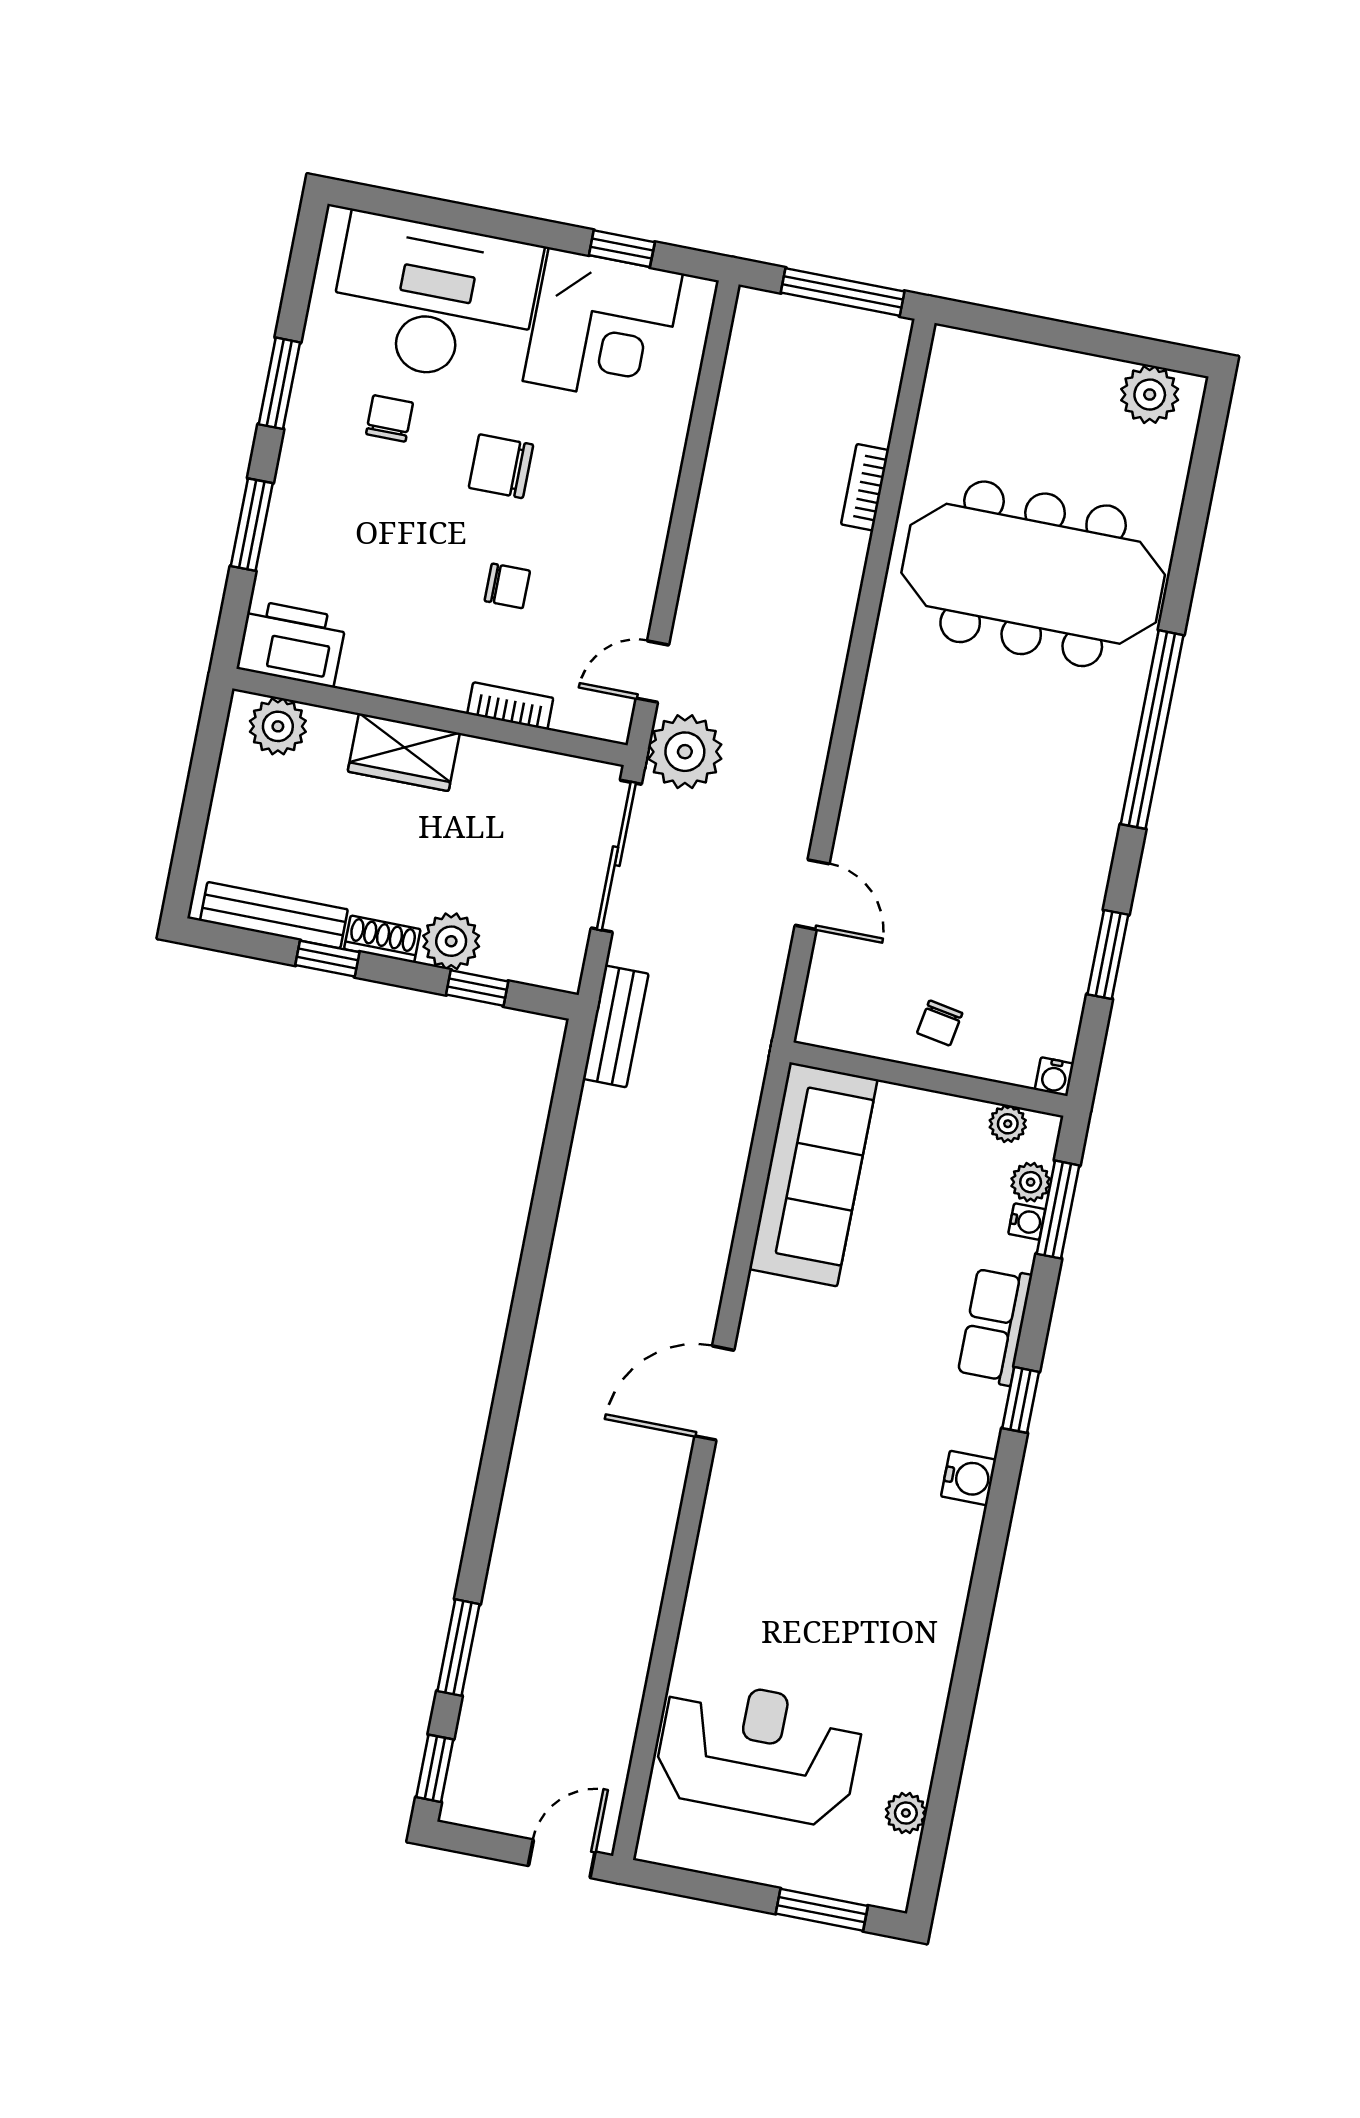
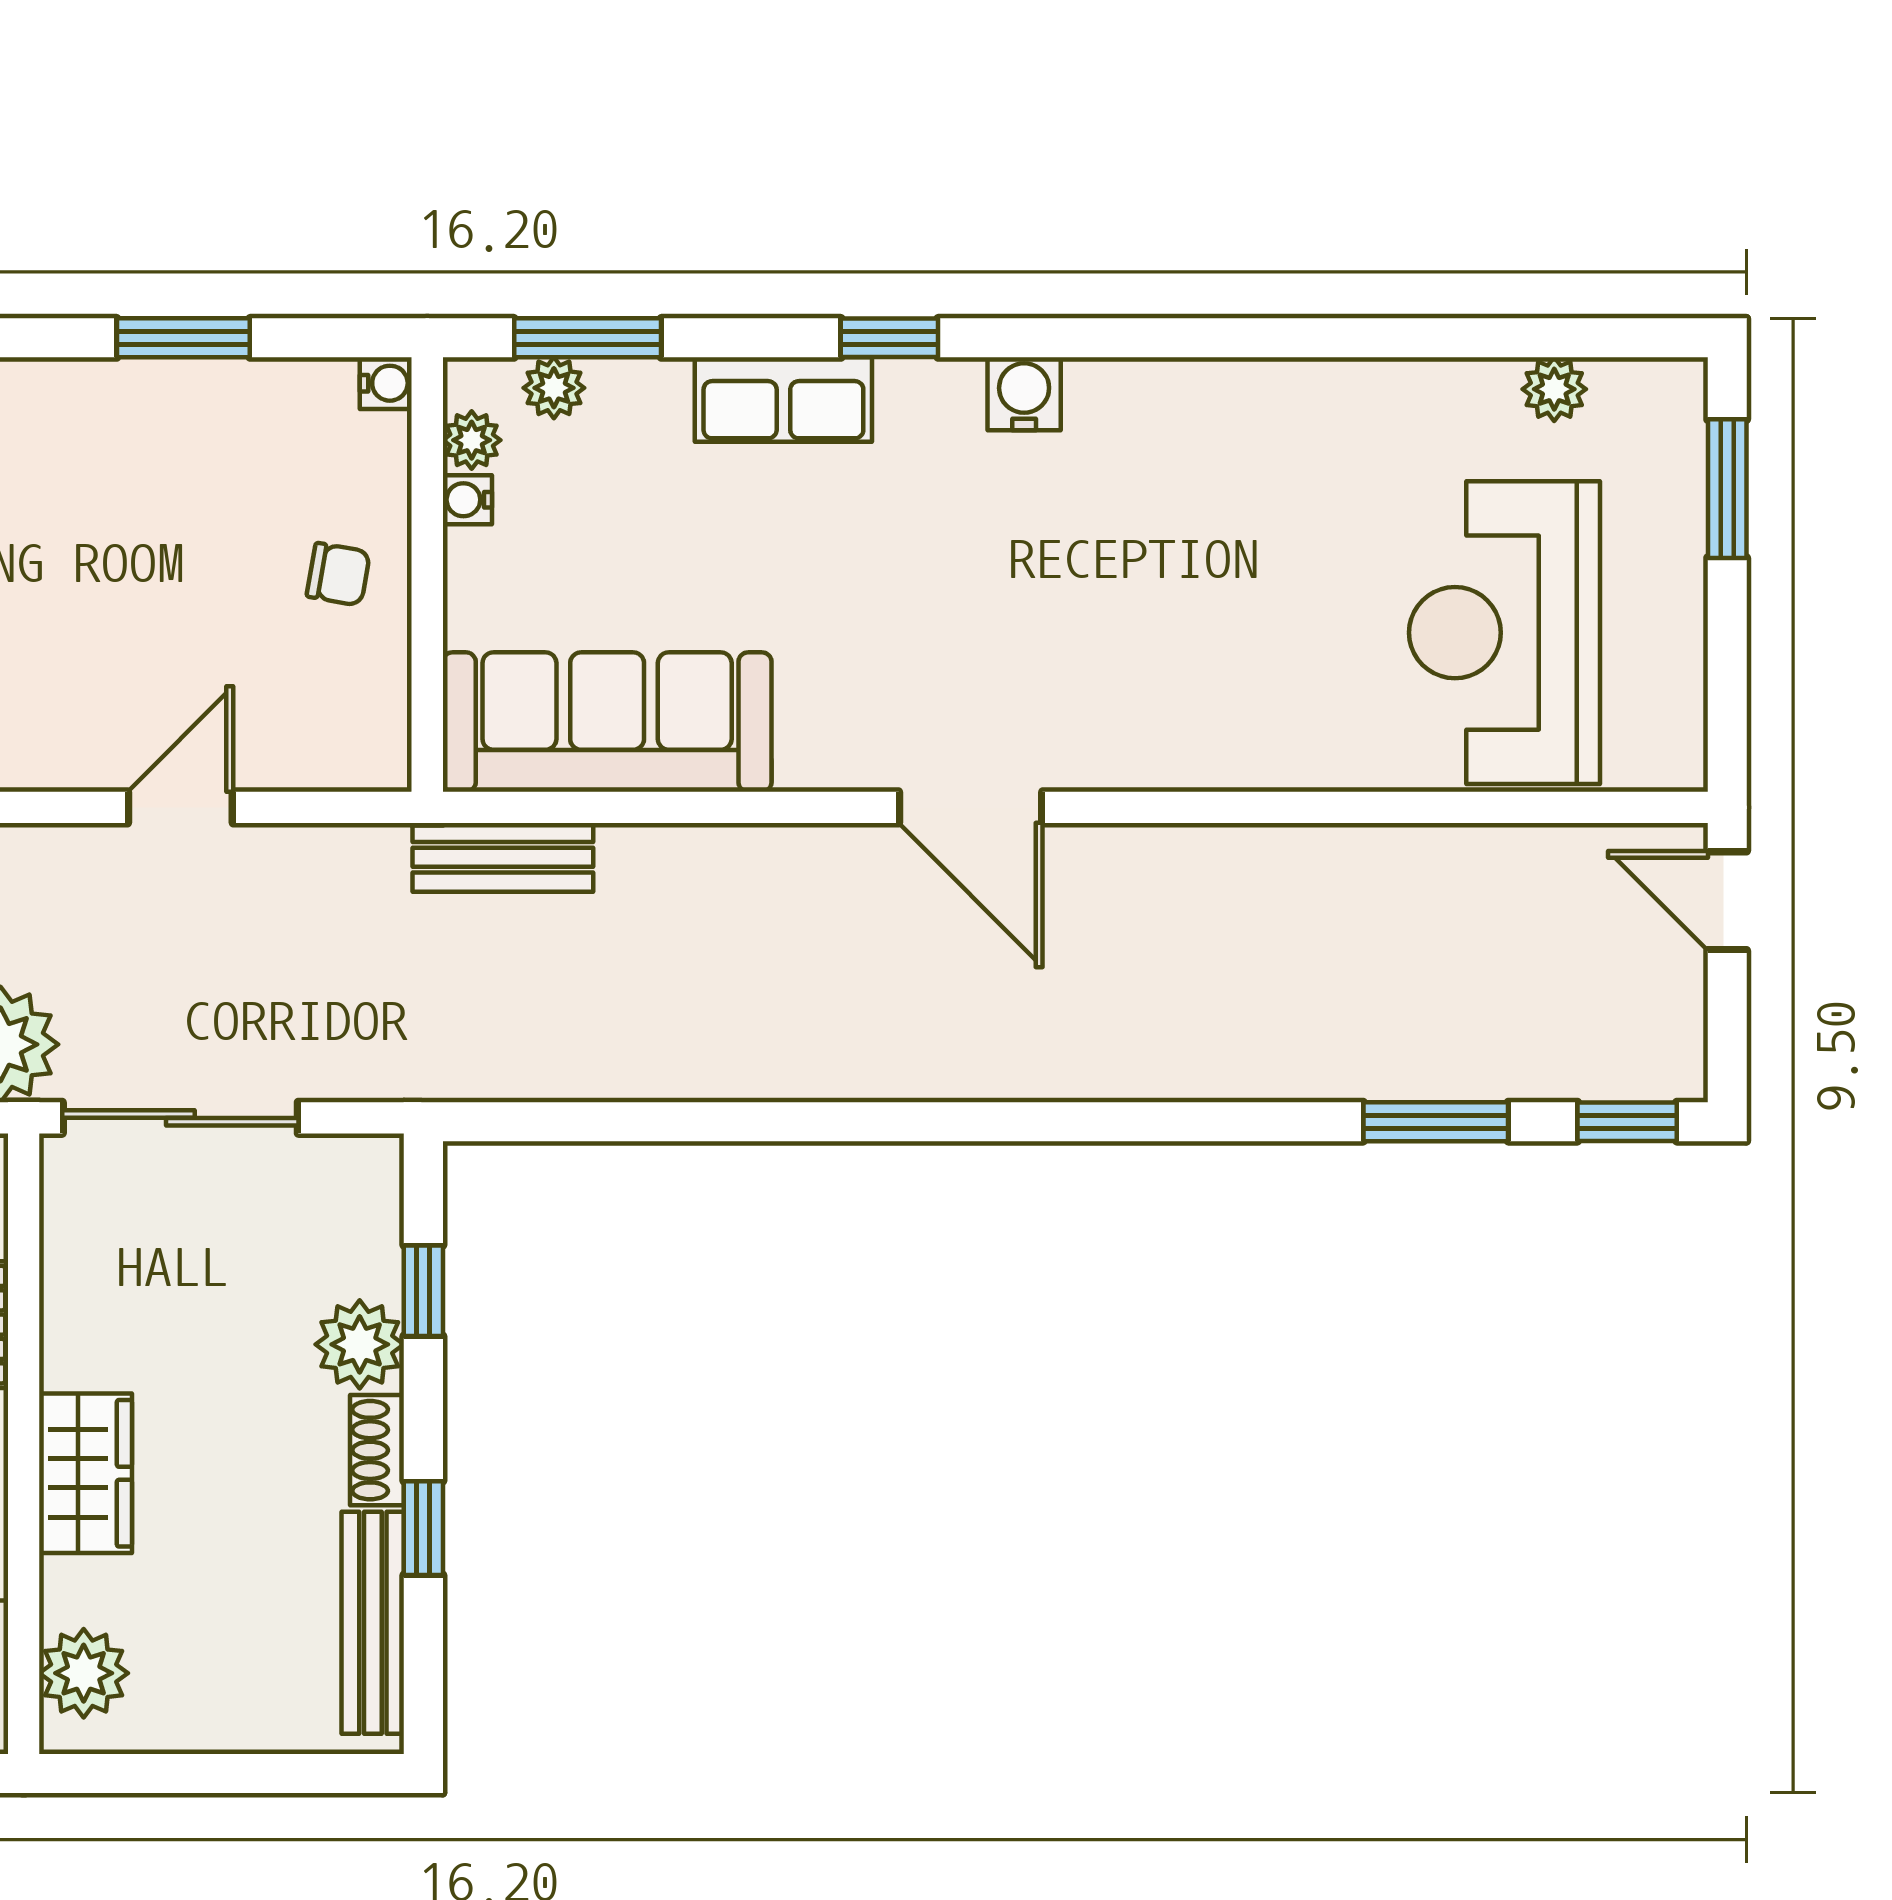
bench: (616, 1026) -> (503, 857), moved
water cooler: (1027, 1222) -> (467, 500), moved, turned -90

